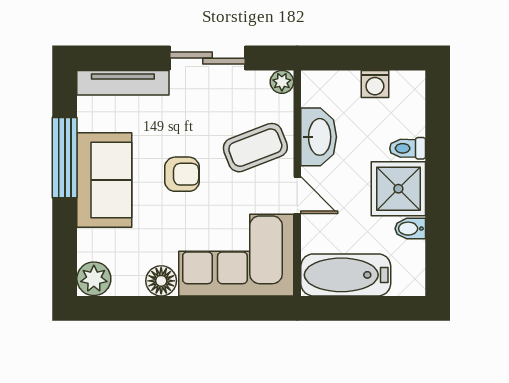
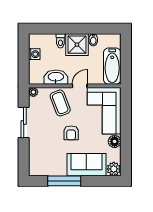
tv unit: (123, 83) -> (34, 157), removed
armchair: (182, 174) -> (71, 133), turned 180
sofa: (104, 180) -> (86, 165), moved

